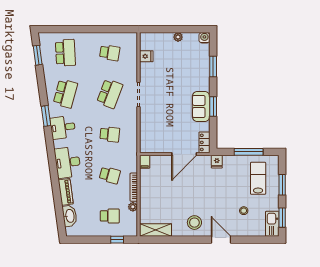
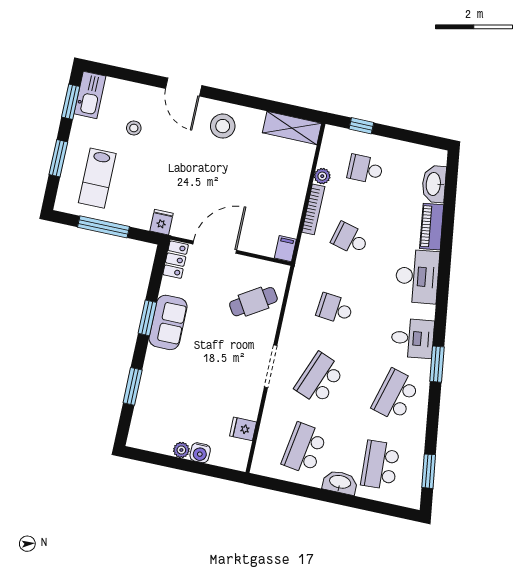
washbasin: (86, 38) -> (340, 482), added
water cooler: (204, 38) -> (200, 453), moved
school desk: (110, 53) -> (304, 448), width x1.85
cafe table: (156, 128) -> (253, 302), added

